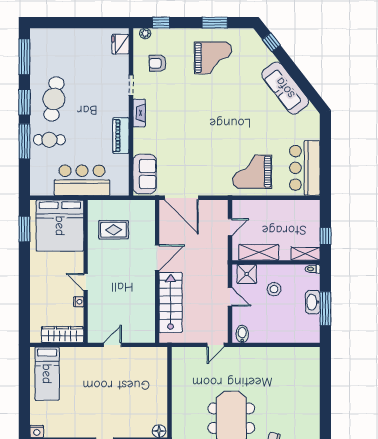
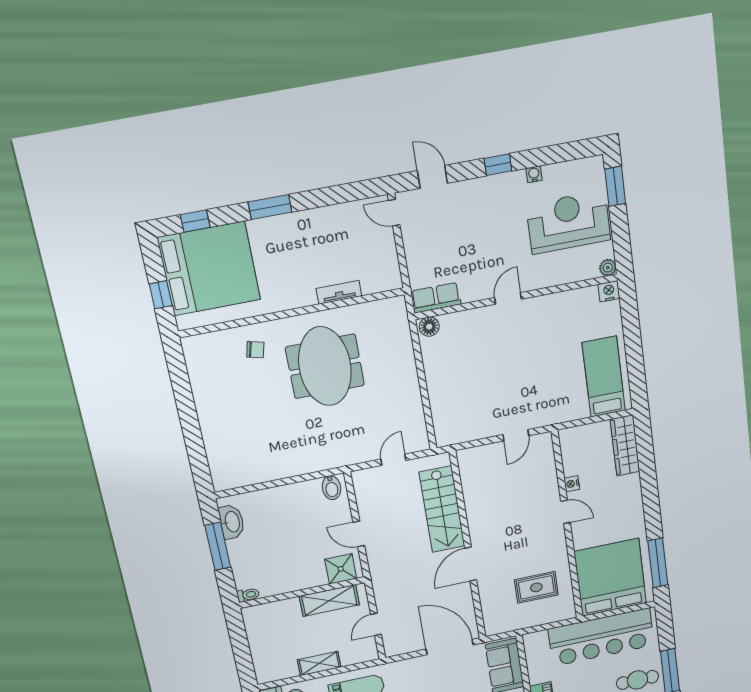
bar counter: (82, 180) -> (601, 637), width x1.36
window: (24, 229) -> (658, 563), width x1.44
window: (325, 236) -> (239, 641), removed
shelving: (306, 254) -> (319, 663), moved
stool: (274, 289) -> (298, 557), removed
washbasin: (313, 302) -> (232, 522), moved
wardrobe: (62, 335) -> (625, 446), moved, turned 90
door: (216, 345) -> (393, 460), moved

